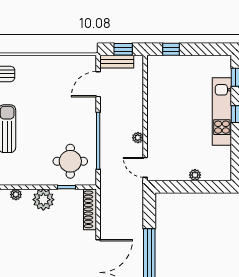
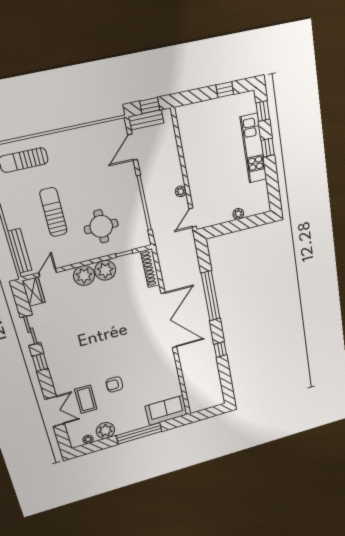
window: (171, 49) -> (225, 90), moved
round table: (70, 161) -> (101, 226), moved
door: (145, 167) -> (193, 218), hinge flipped
plant: (16, 194) -> (84, 276), width x1.87, depth x1.87

